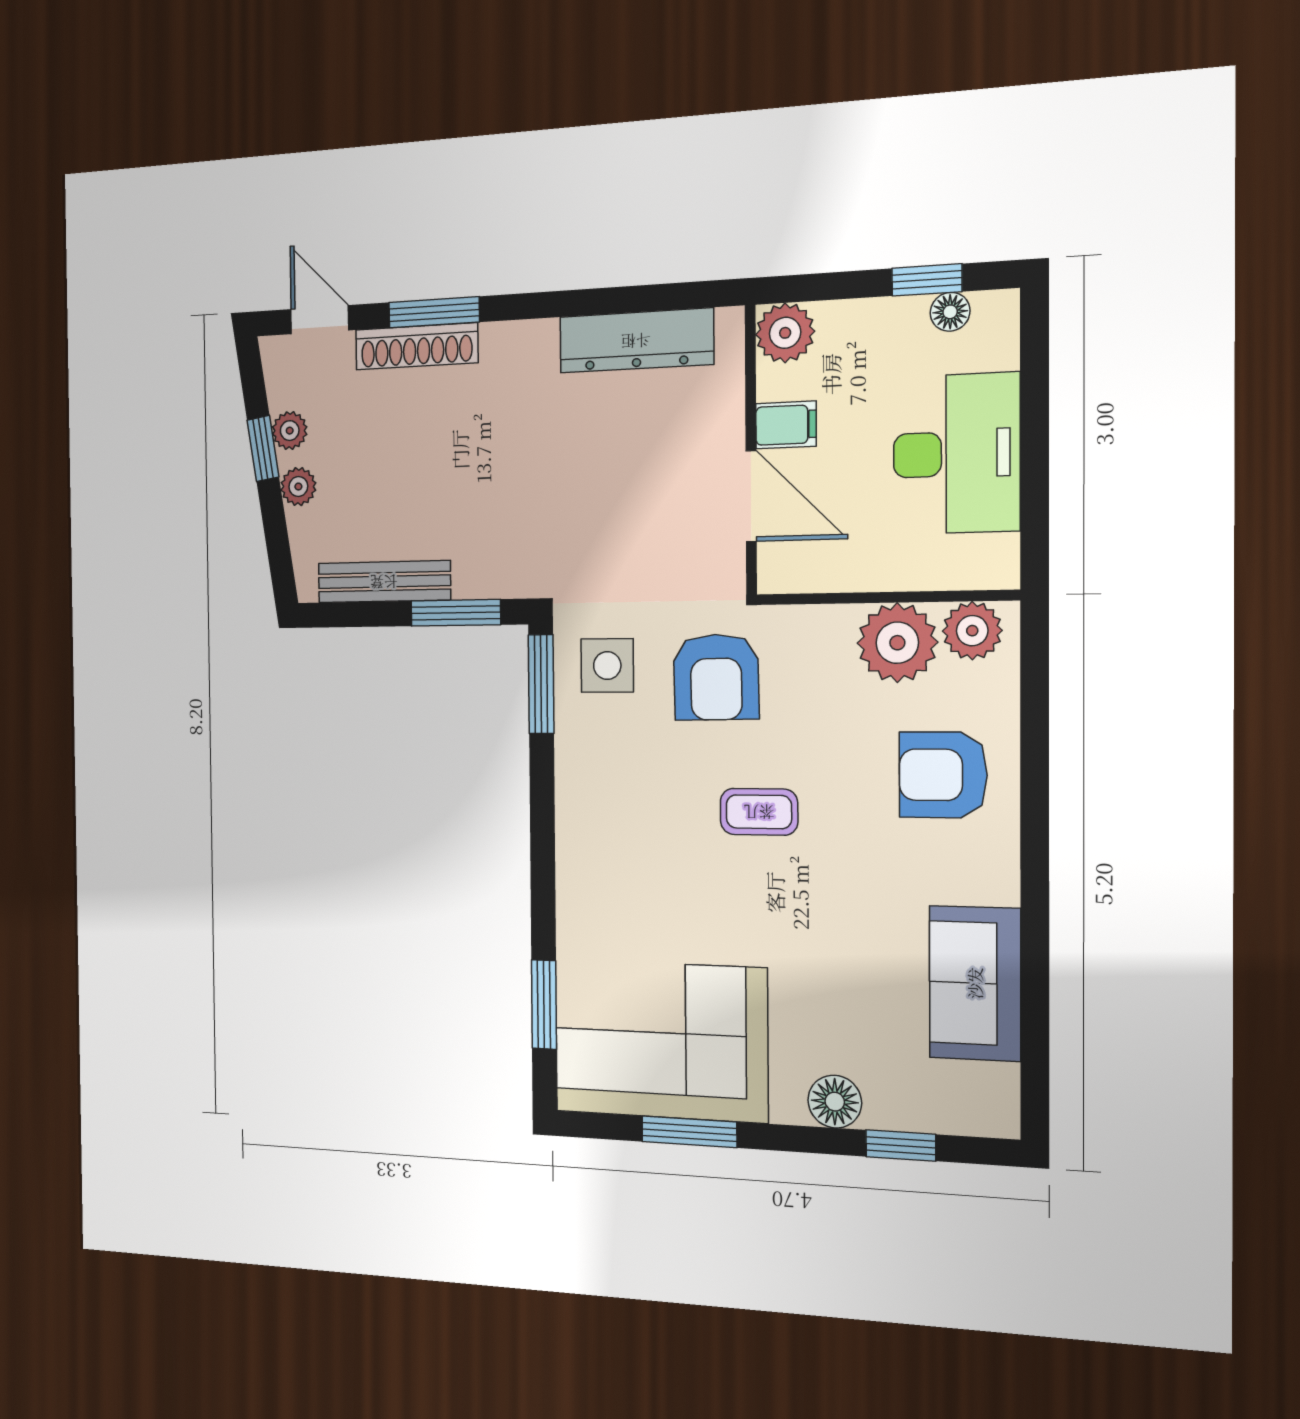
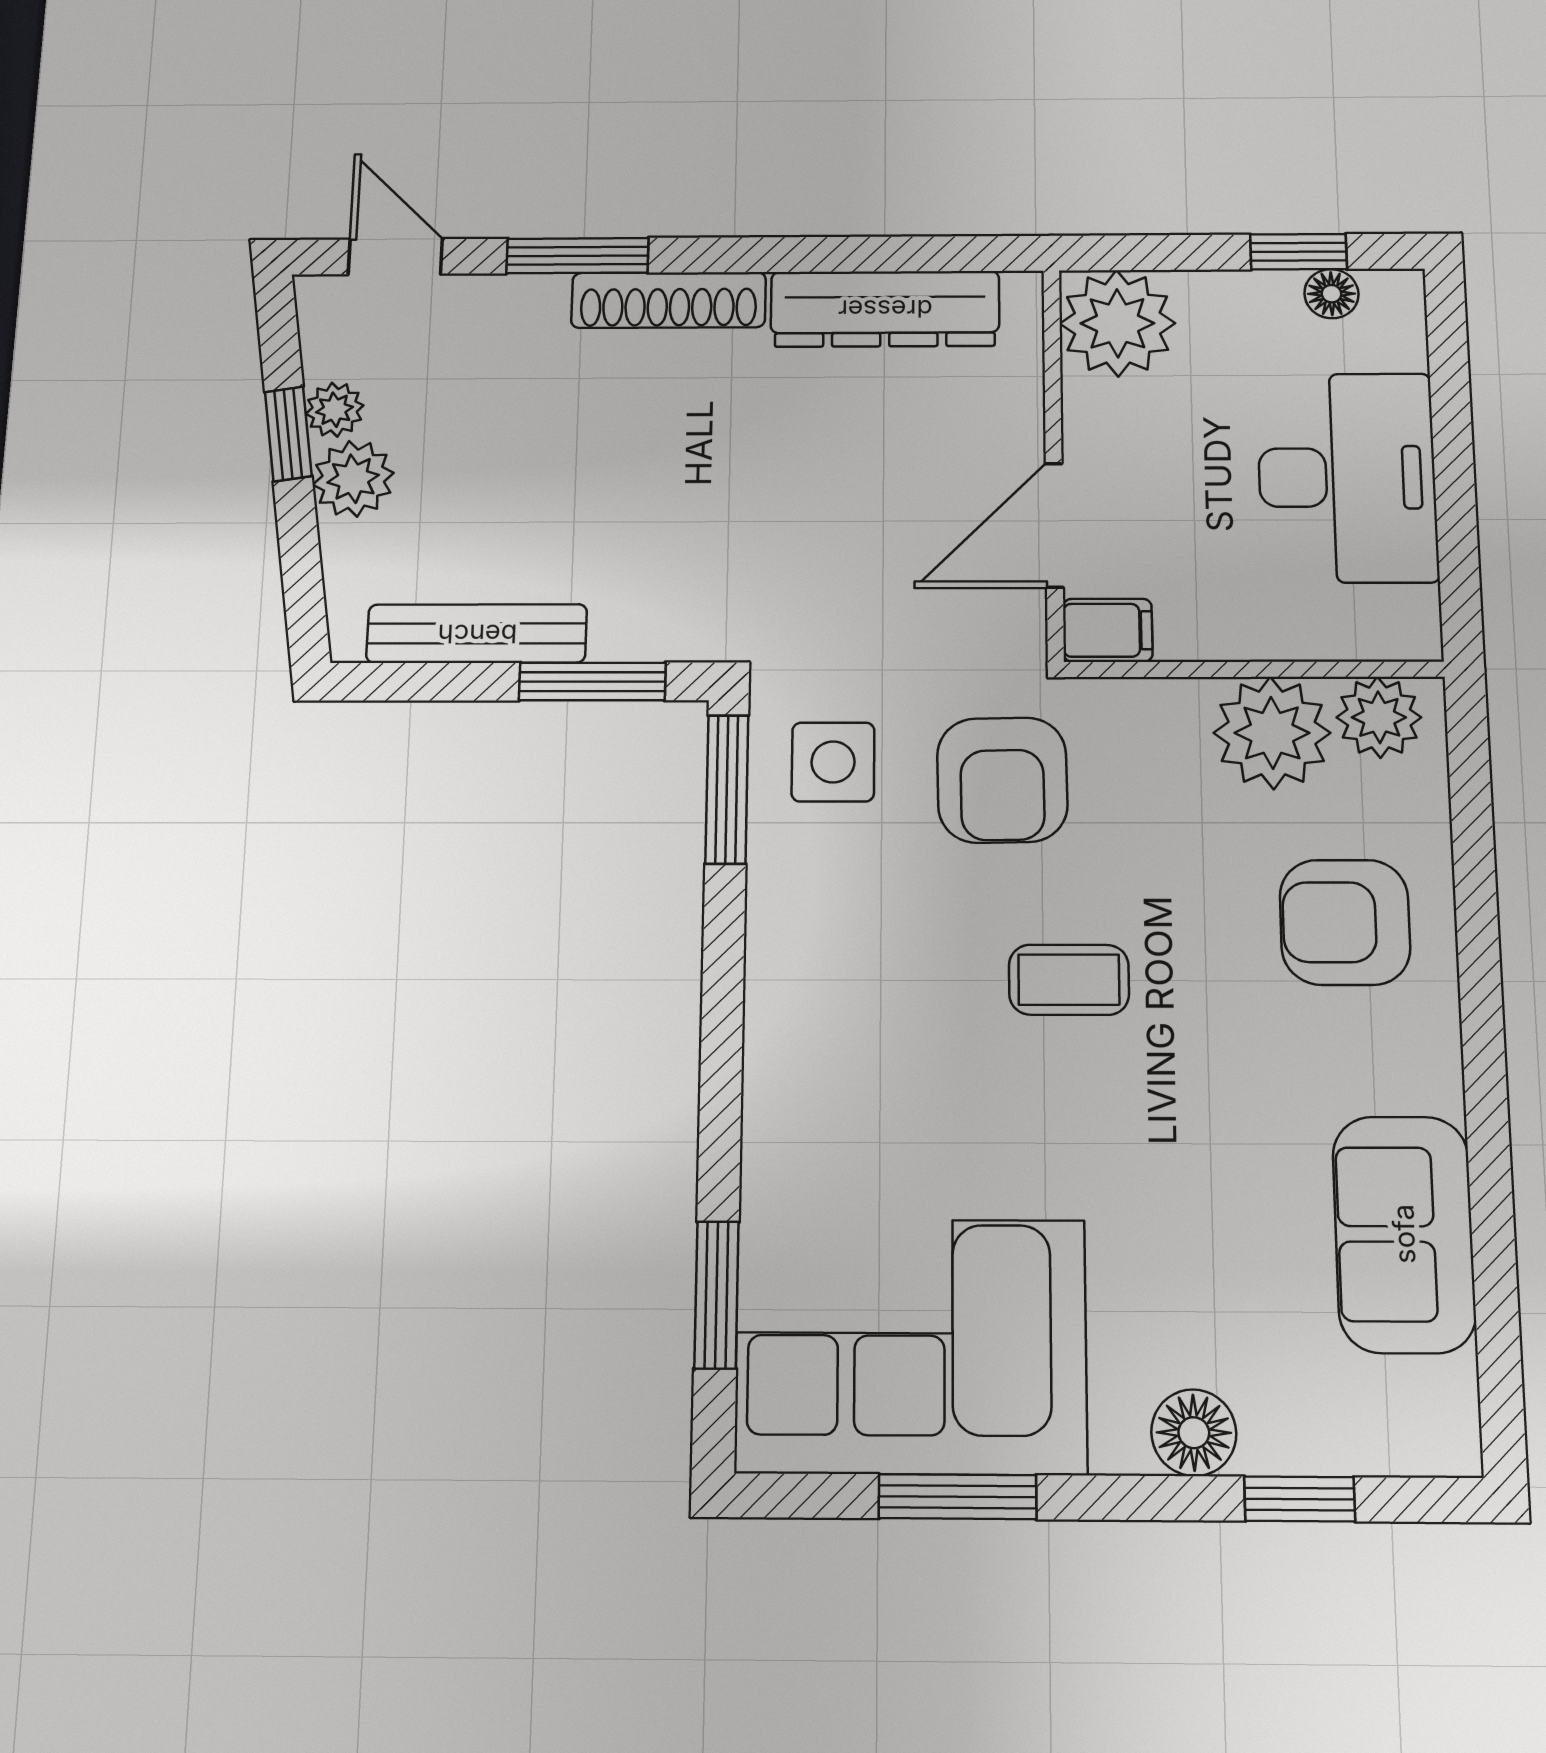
plant: (785, 333) -> (1117, 323), width x1.36, depth x1.36
shoe rack: (417, 346) -> (669, 300), moved
filing cabinet: (786, 425) -> (1108, 630), moved
plant: (298, 487) -> (353, 479), width x1.38, depth x1.38
door: (751, 496) -> (1054, 525), swing flipped

